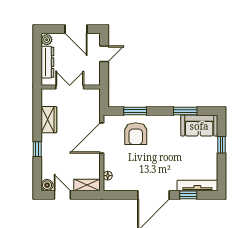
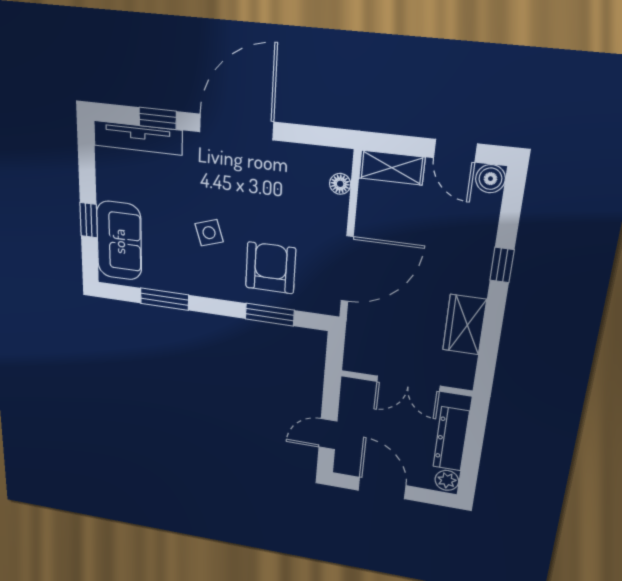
sofa: (199, 126) -> (119, 241), moved, turned 90
side table: (164, 146) -> (209, 233), added

